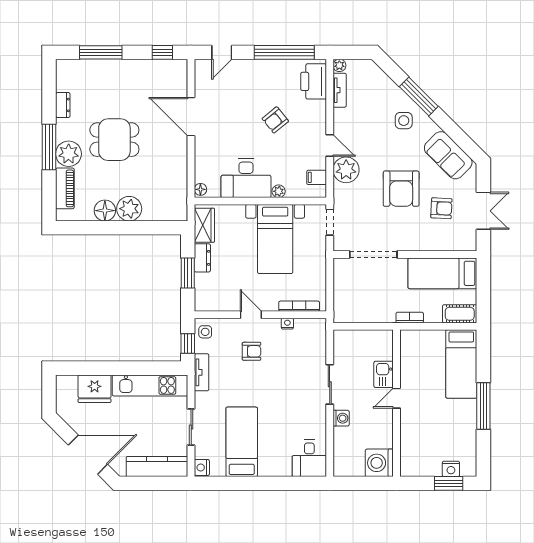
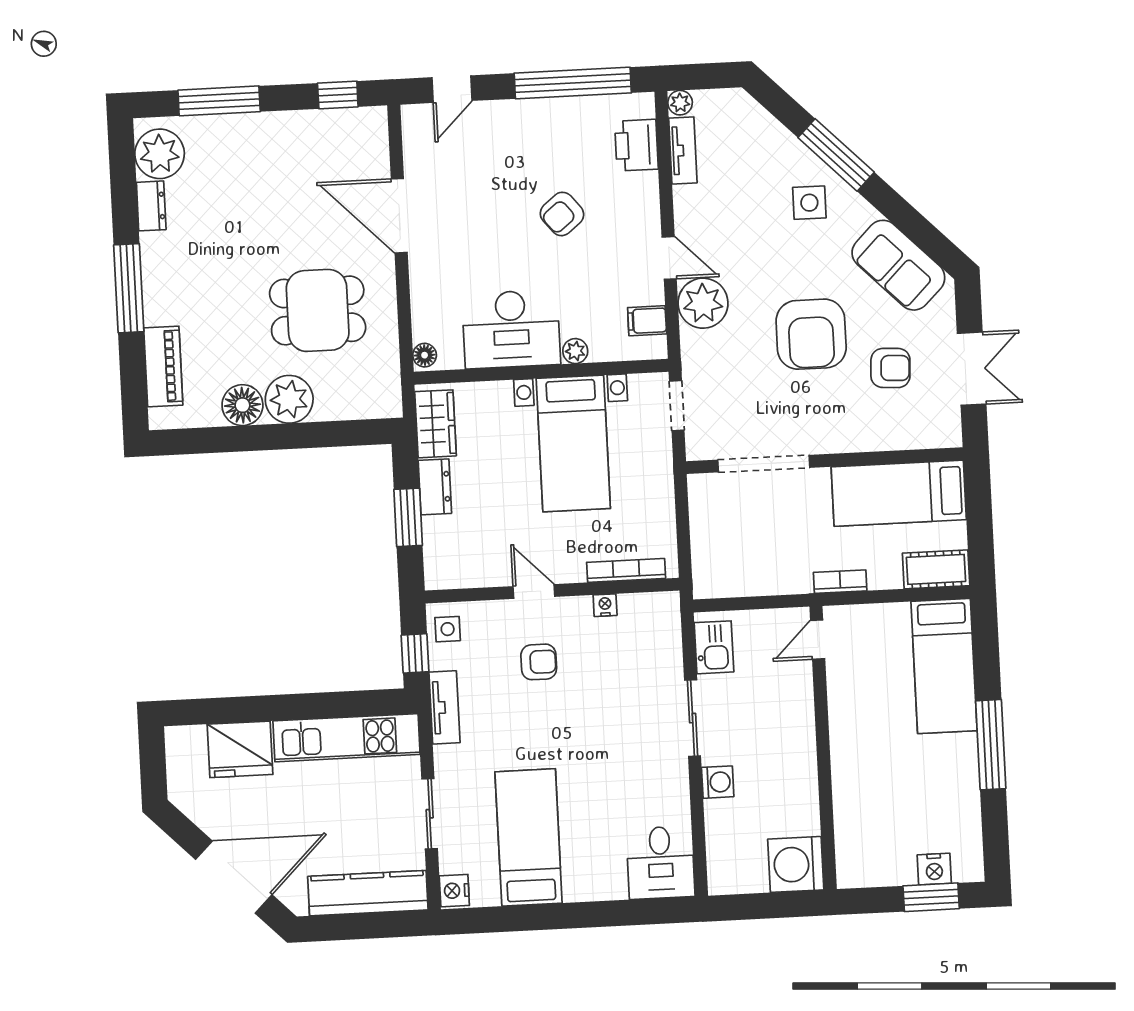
printer: (314, 81) -> (636, 145), width x0.73, depth x0.84
dining table: (114, 140) -> (318, 310), moved
plant: (69, 154) -> (160, 154), moved
kitchen sink: (384, 374) -> (714, 647), moved, turned 180
door: (397, 398) -> (818, 640), moved

